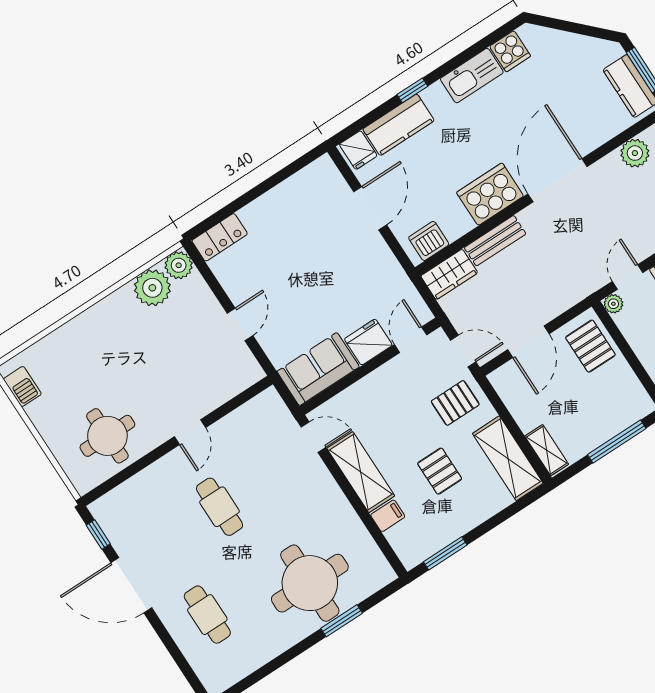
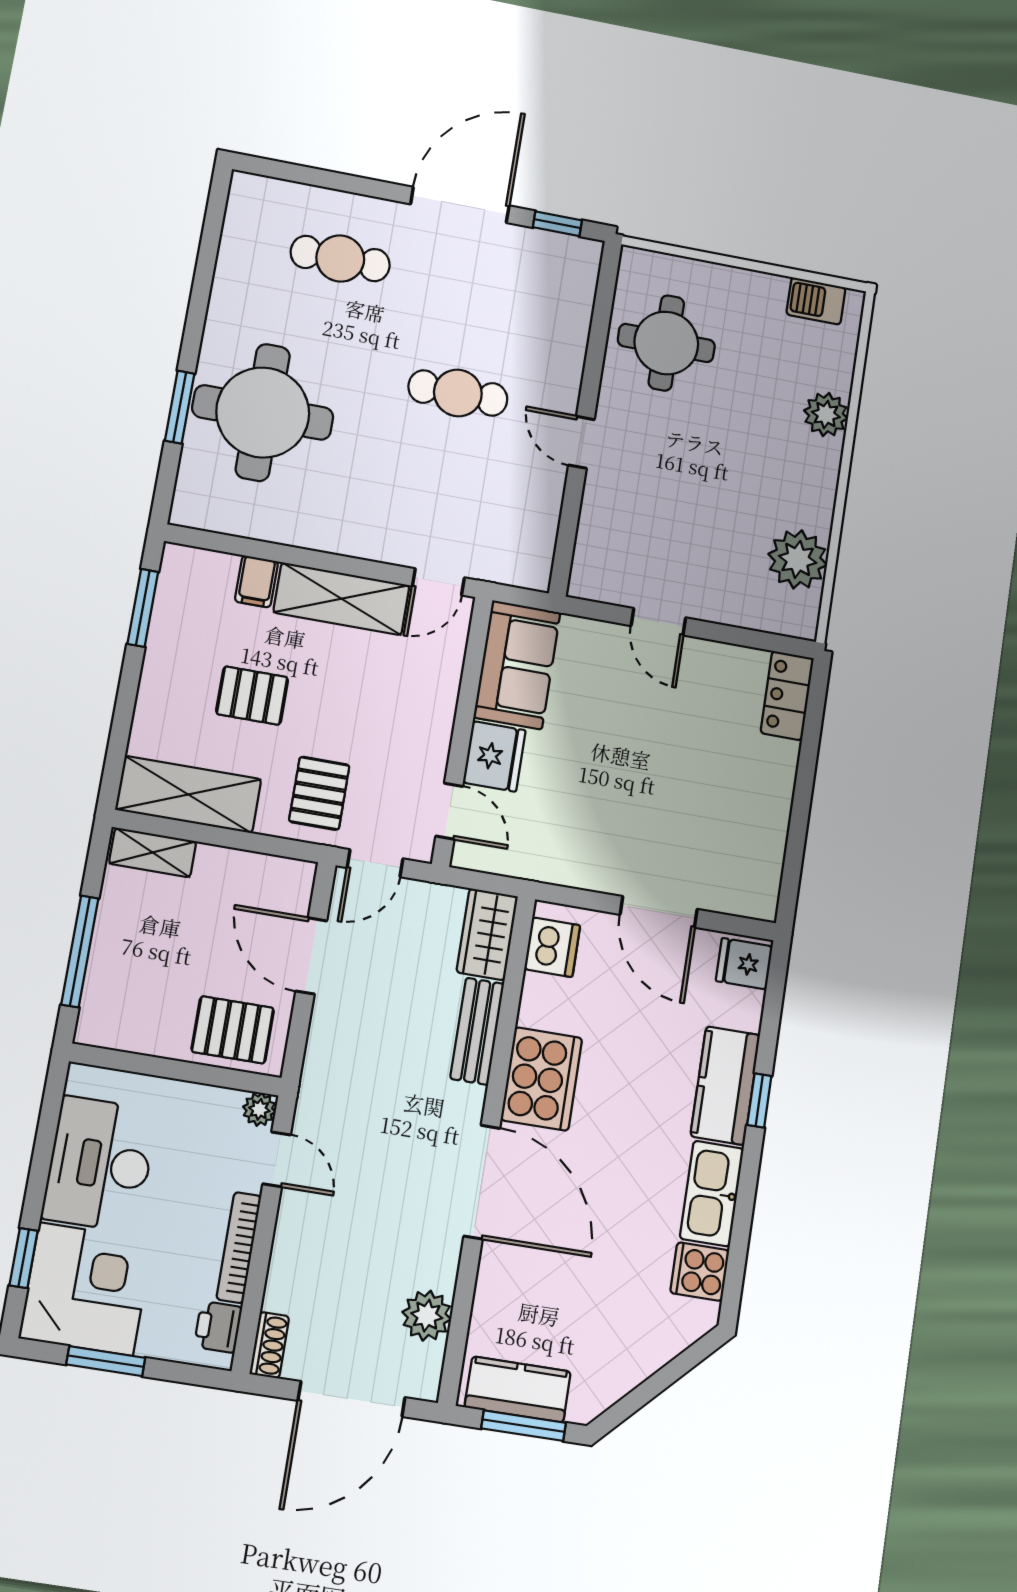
kitchen counter: (399, 125) -> (725, 1086), moved
plant: (179, 265) -> (826, 414), moved

